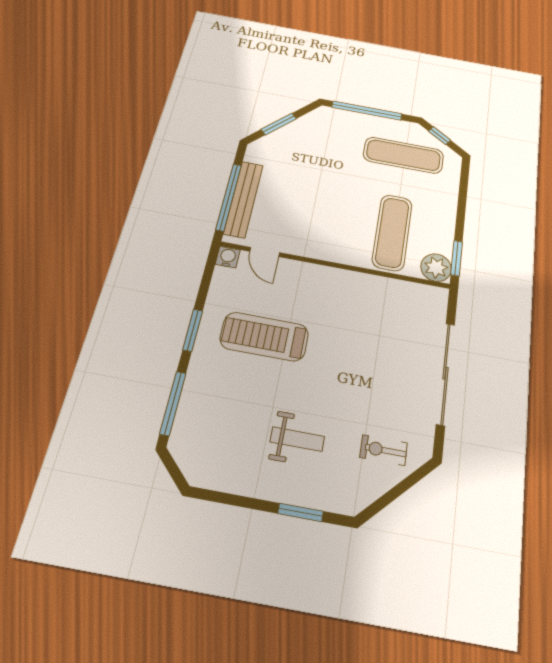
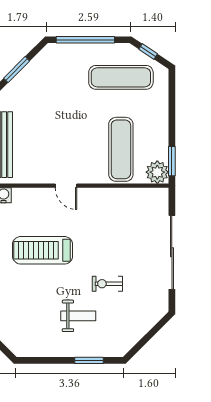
door: (265, 252) -> (66, 186), moved
exercise bike: (384, 450) -> (107, 284), moved

